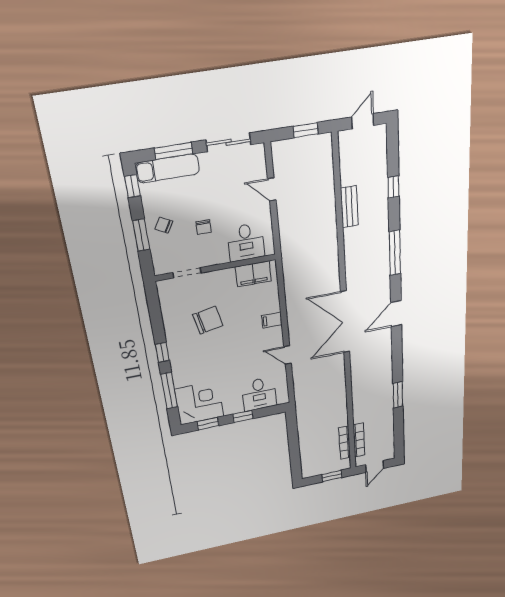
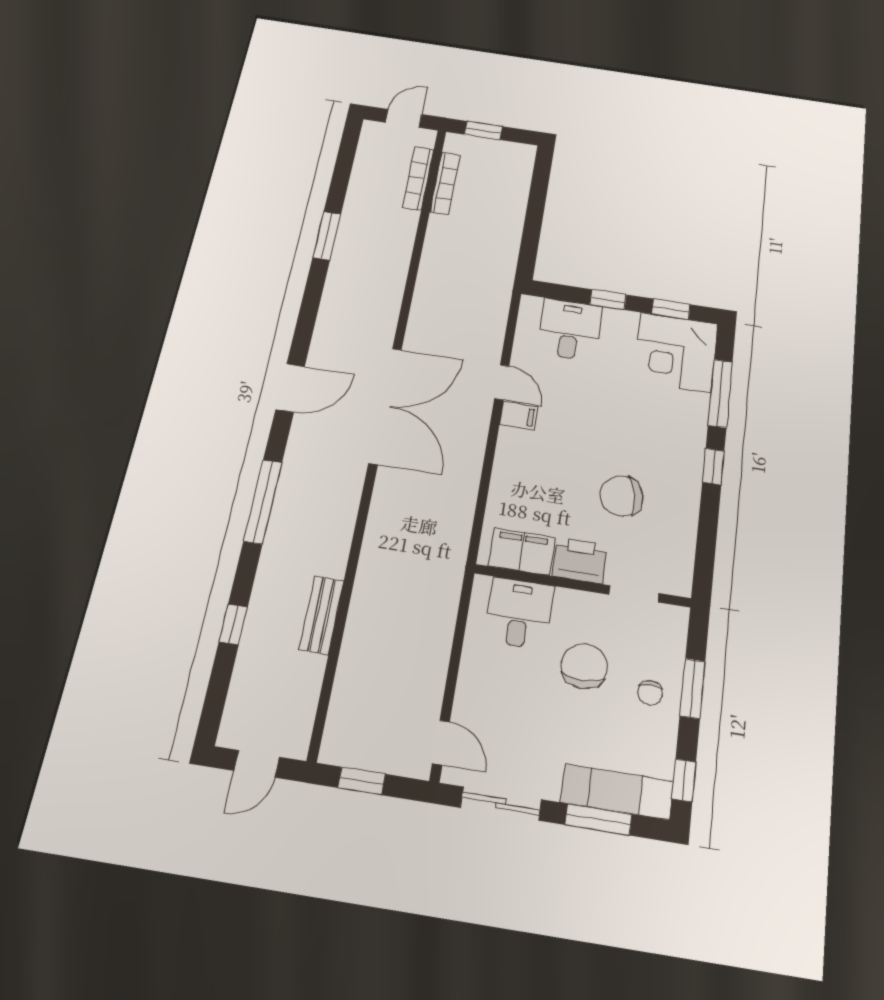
door: (272, 189) -> (441, 743), moved
chair: (164, 225) -> (650, 693), turned 61
chair: (203, 227) -> (584, 666), width x1.87, depth x1.87
printer: (221, 280) -> (580, 560), added
filing cabinet: (272, 320) -> (519, 416), moved

